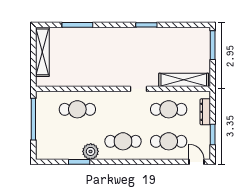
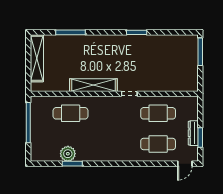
shelving: (184, 80) -> (93, 85), moved
dresser: (205, 112) -> (193, 133), moved
cafe table: (123, 141) -> (114, 144), removed
plant: (91, 151) -> (68, 154), moved
door: (197, 162) -> (185, 164), swing flipped

